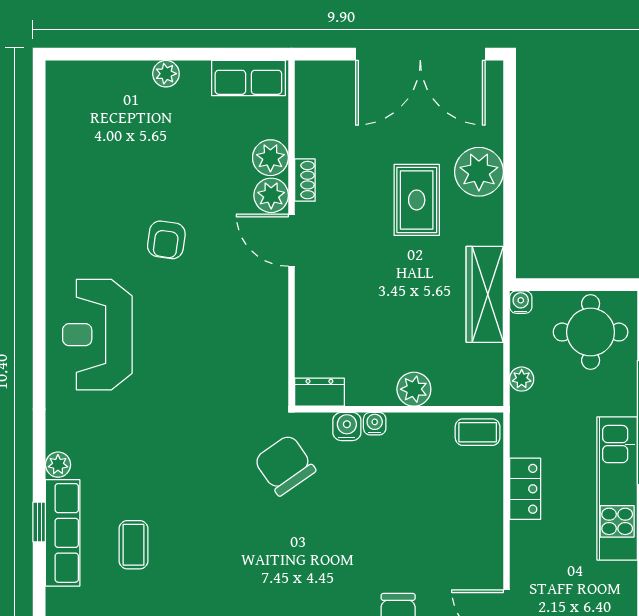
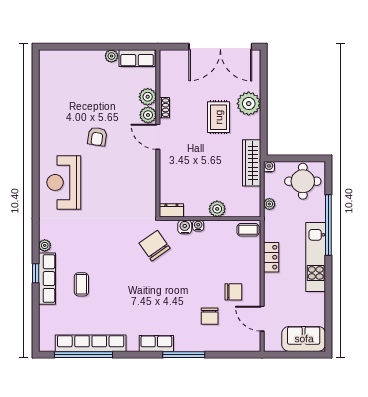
plant: (166, 74) -> (111, 56), moved
chair: (447, 560) -> (233, 292), added

